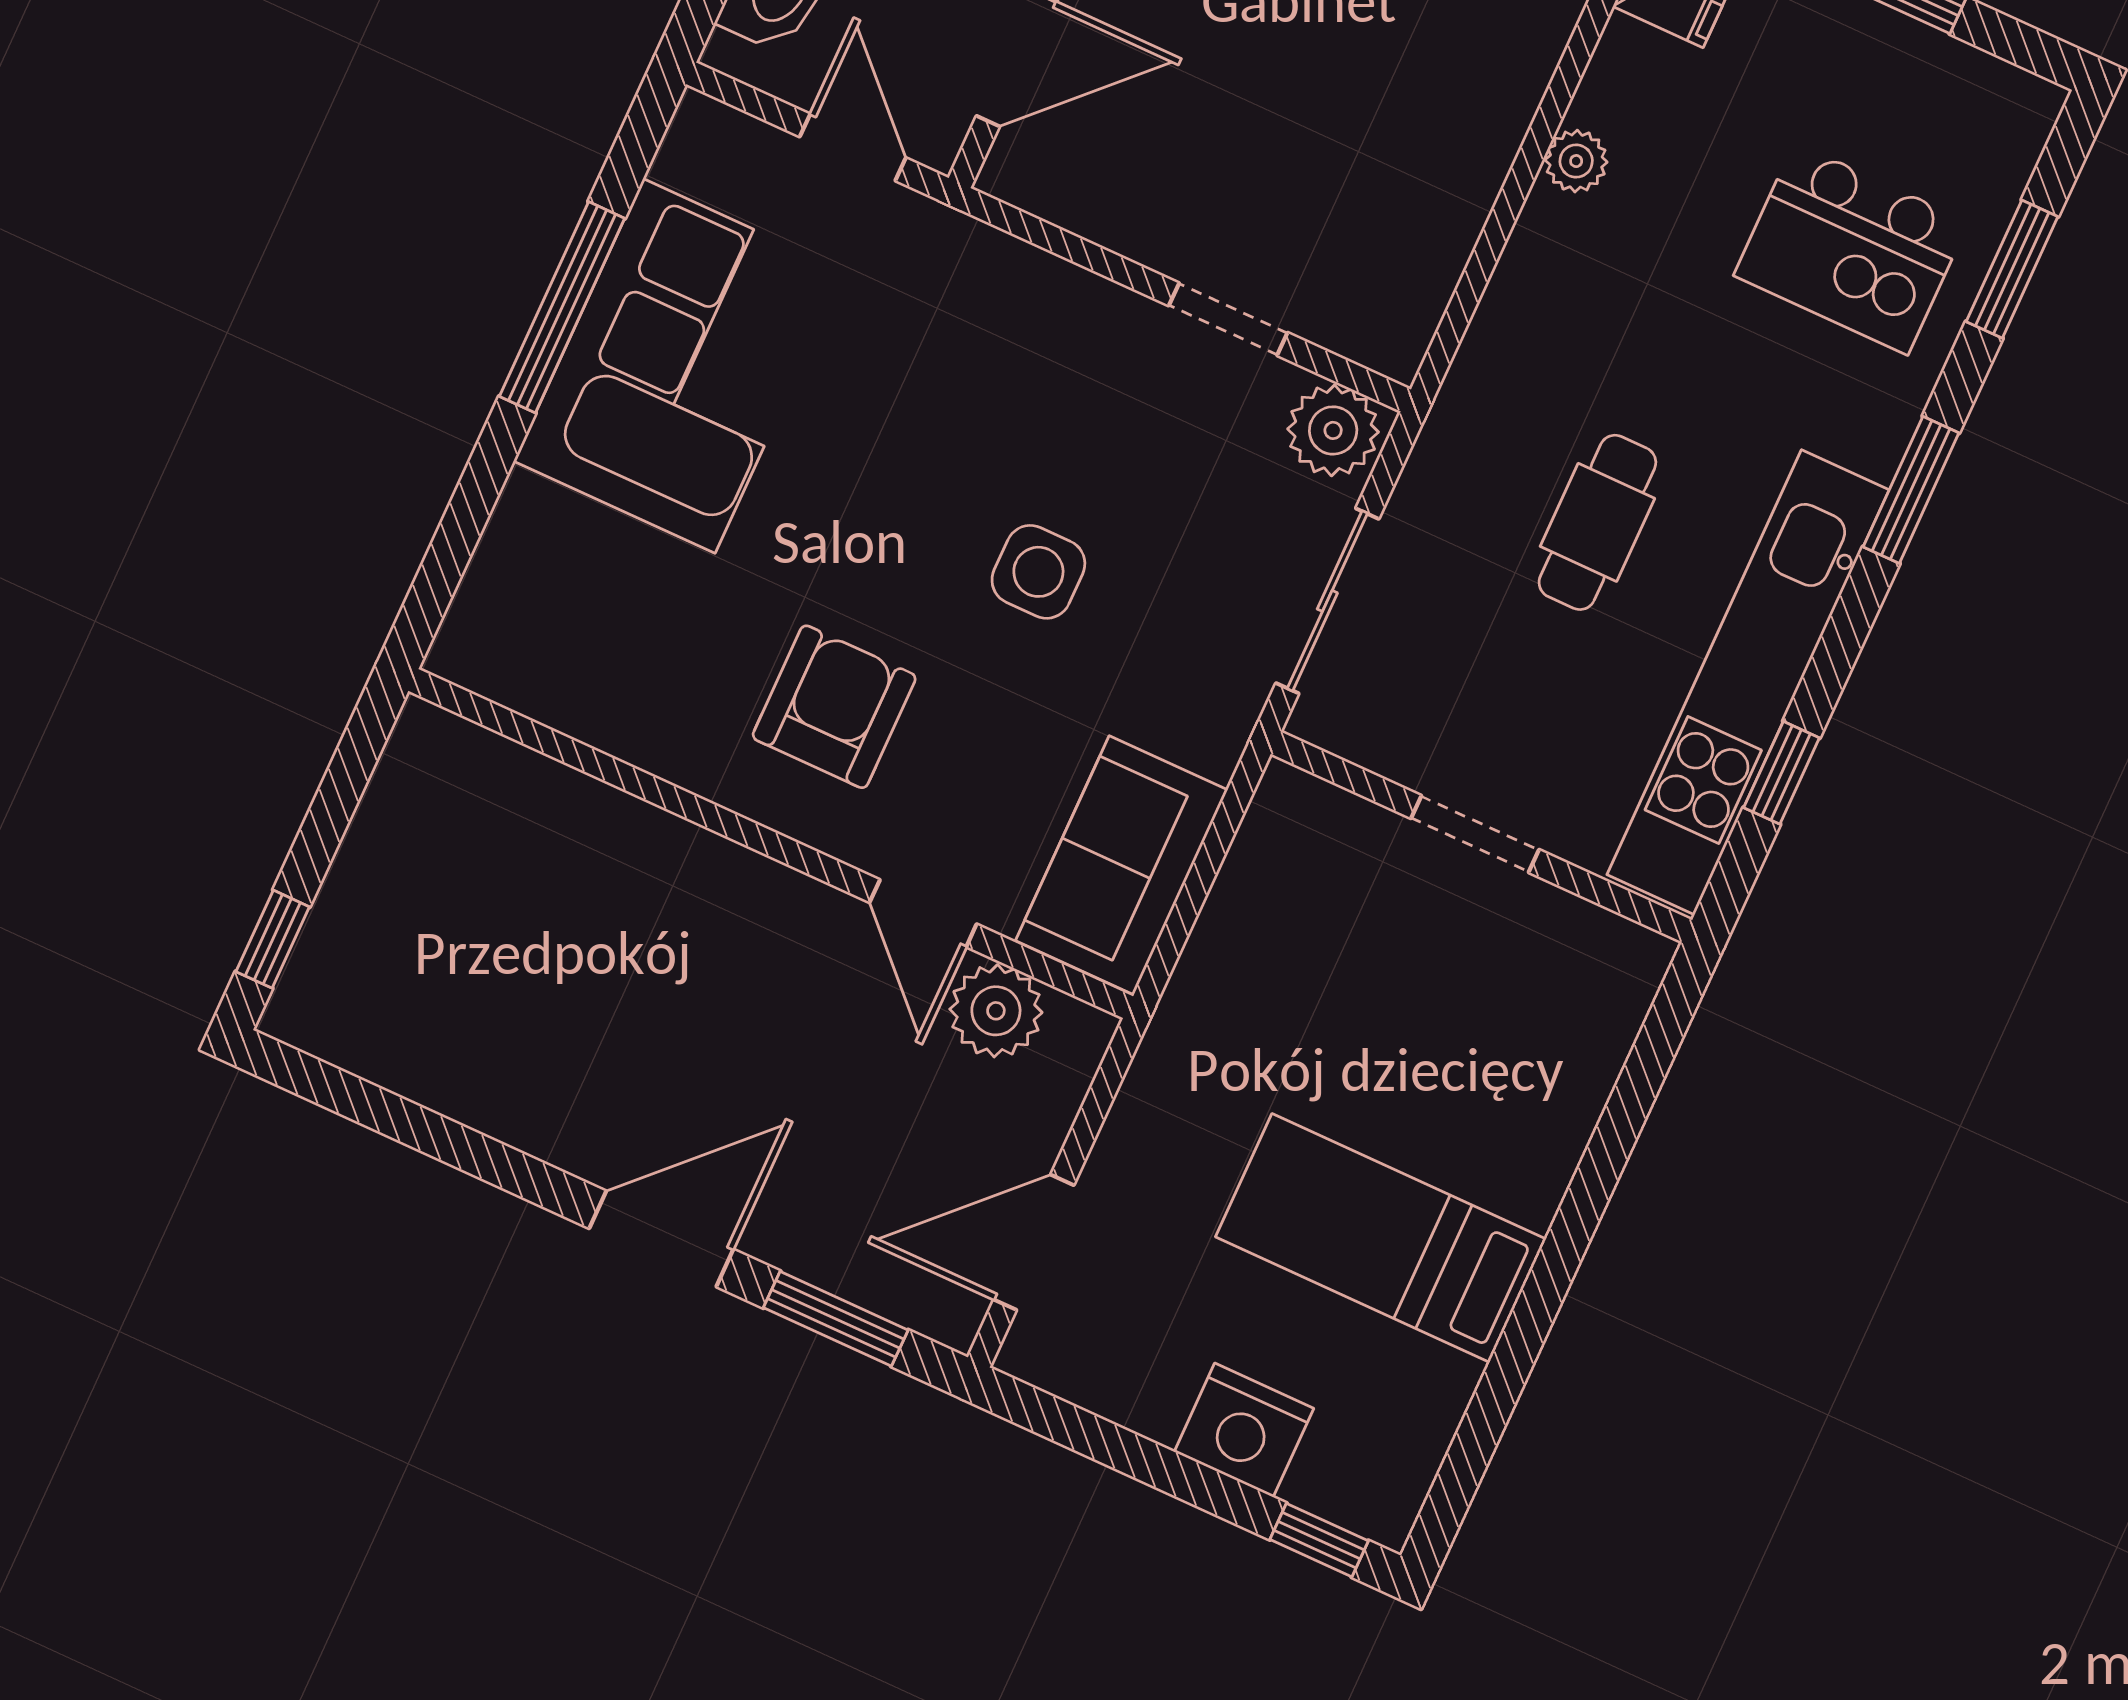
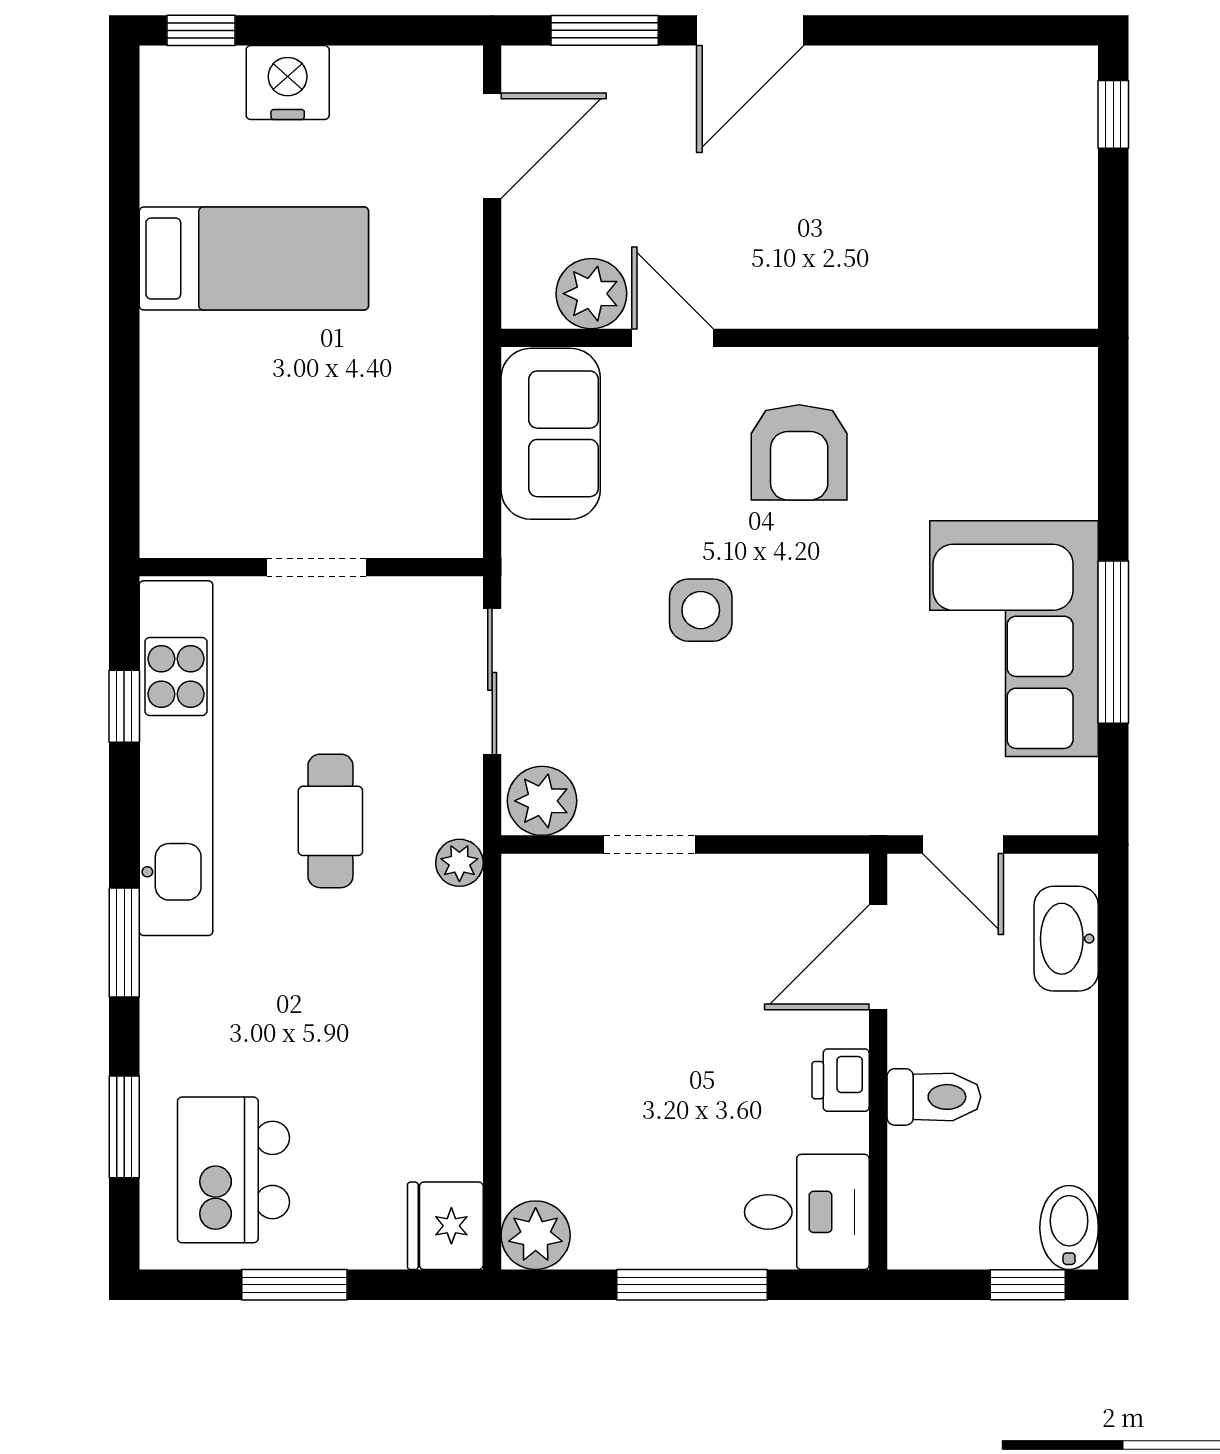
plant: (1576, 161) -> (459, 863), moved
kitchen island: (1851, 249) -> (233, 1170), moved, turned -90

